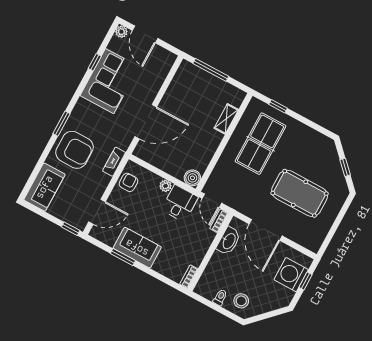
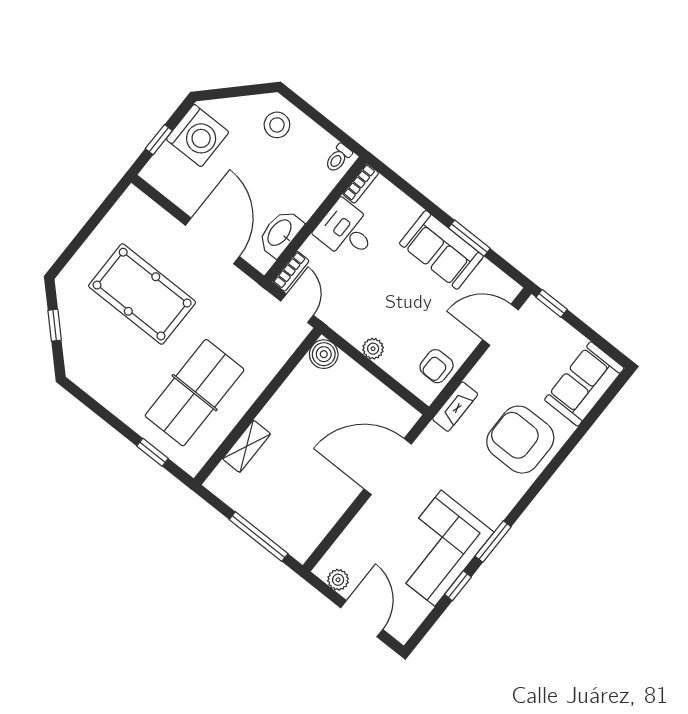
plant: (121, 32) -> (338, 580), moved
window: (62, 124) -> (493, 542), moved
desk: (180, 203) -> (346, 231), moved, turned 90
washing machine: (291, 275) -> (198, 136), moved
toilet: (220, 297) -> (338, 158), moved

